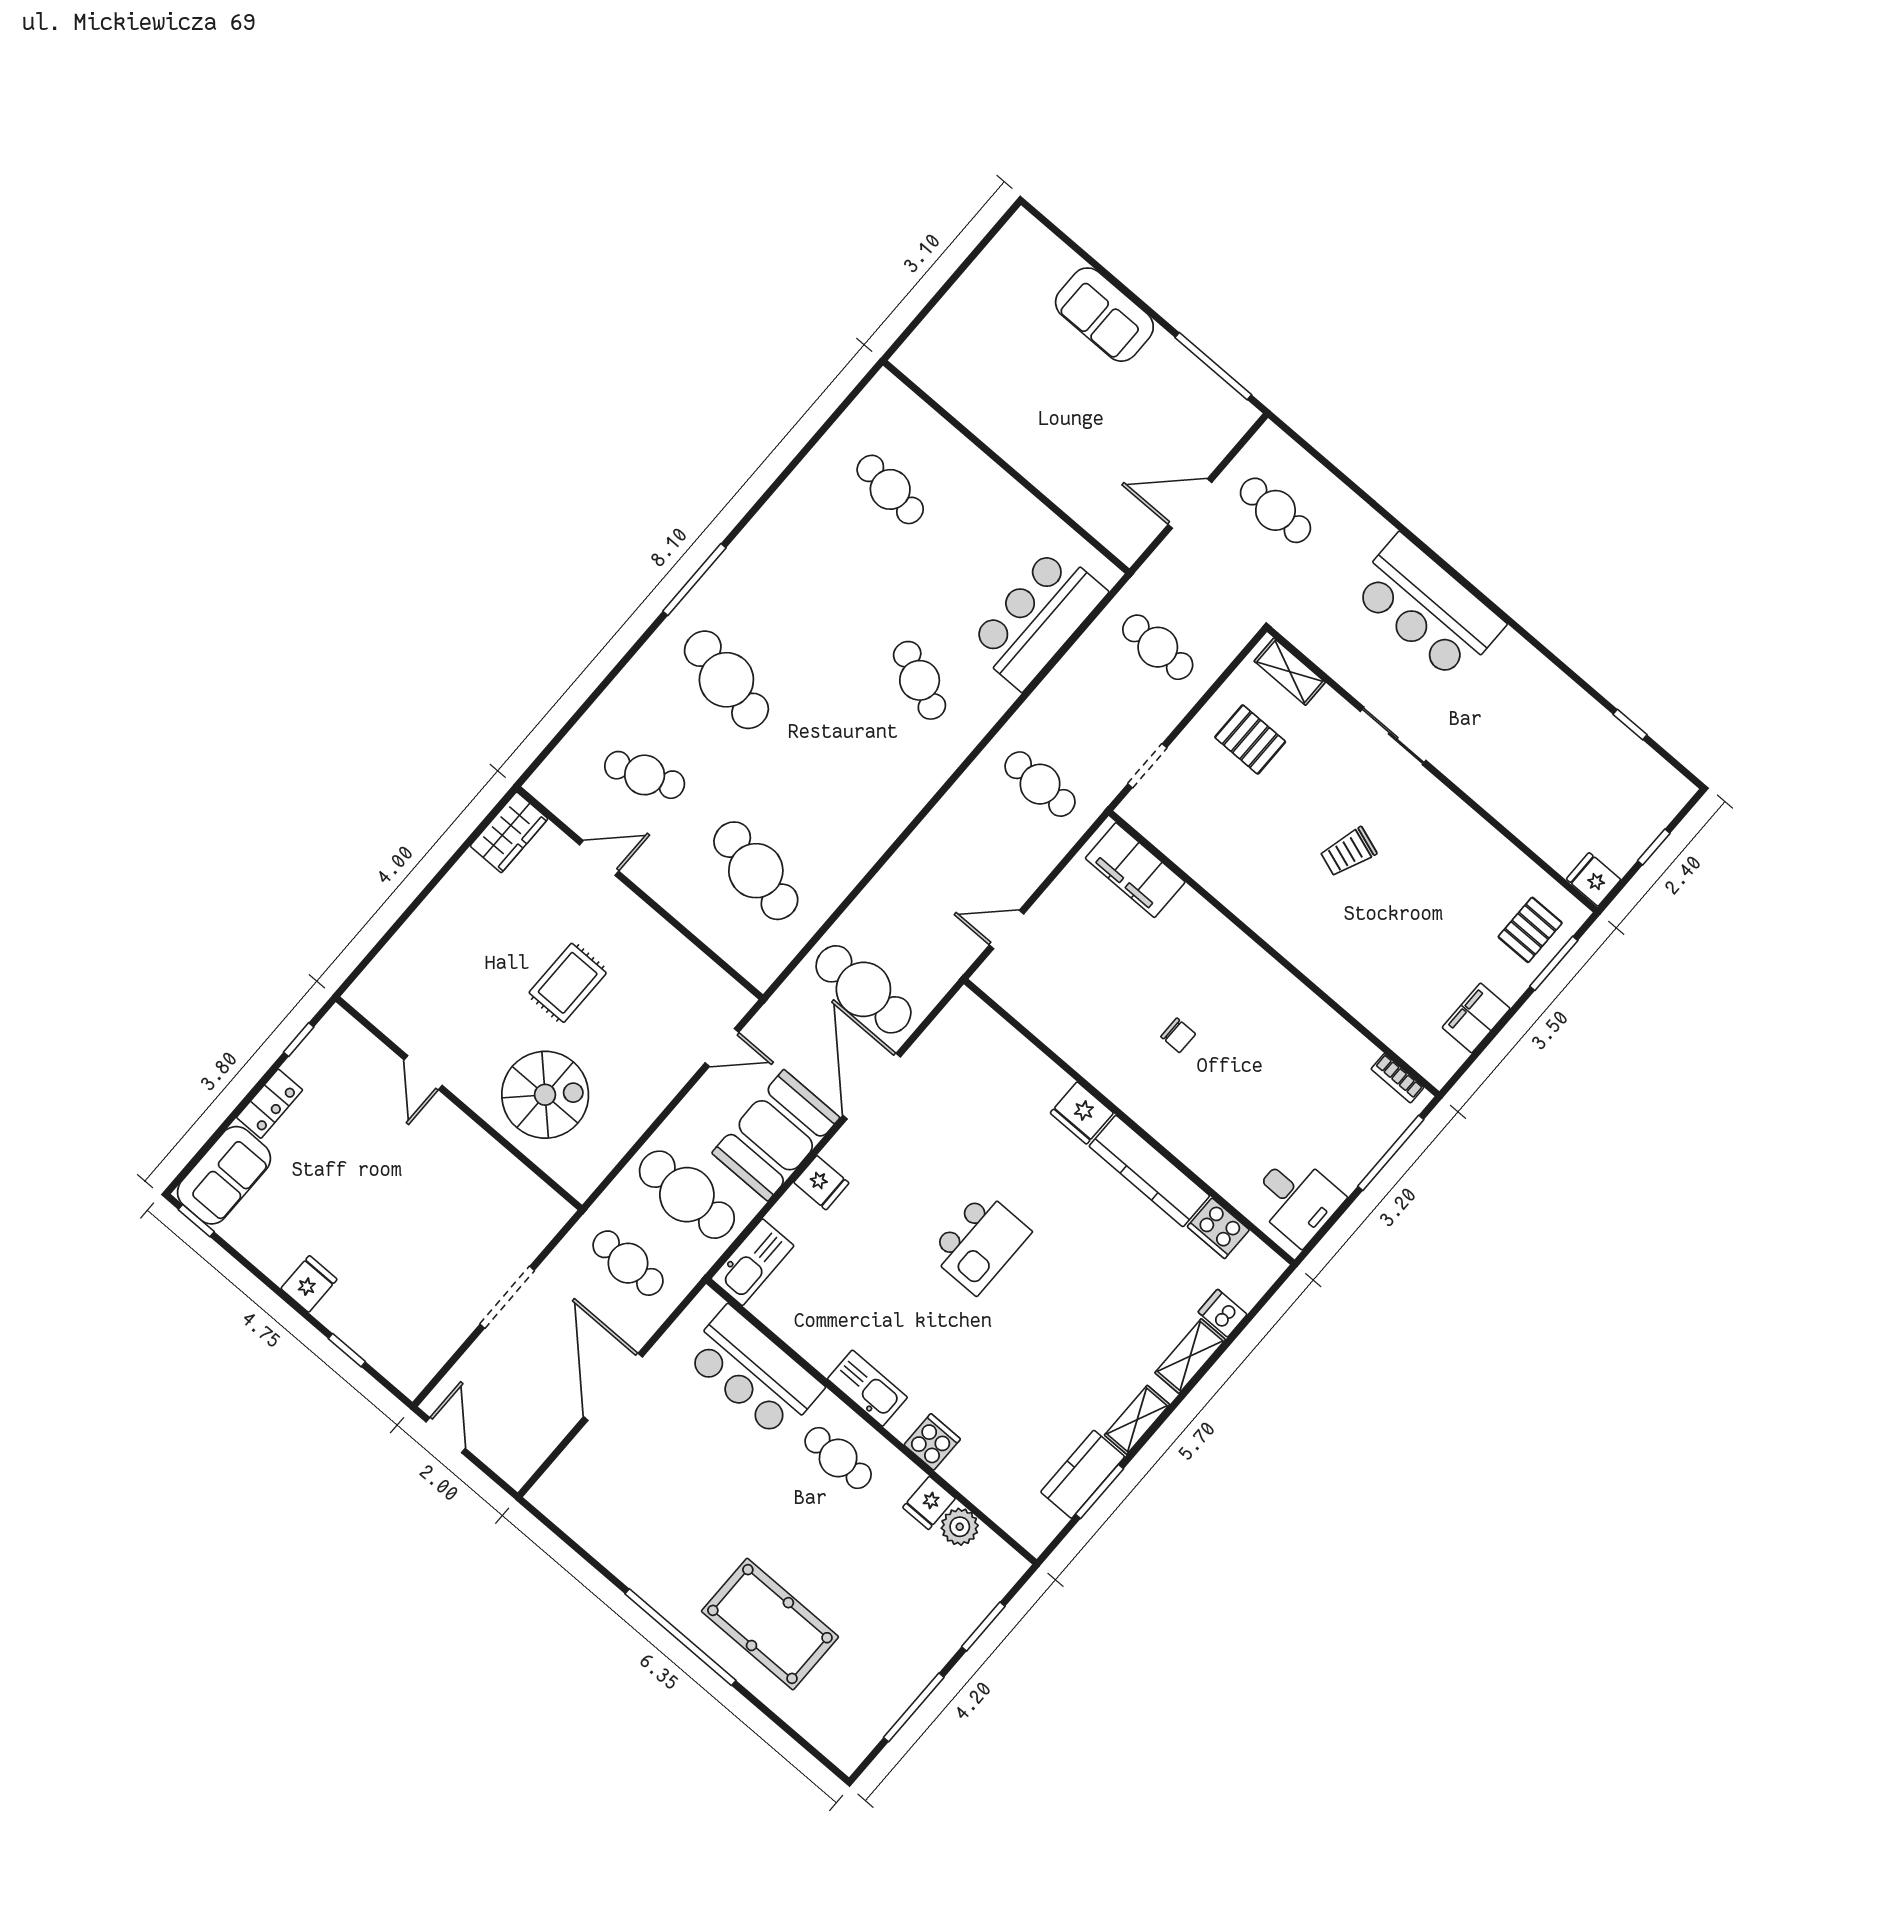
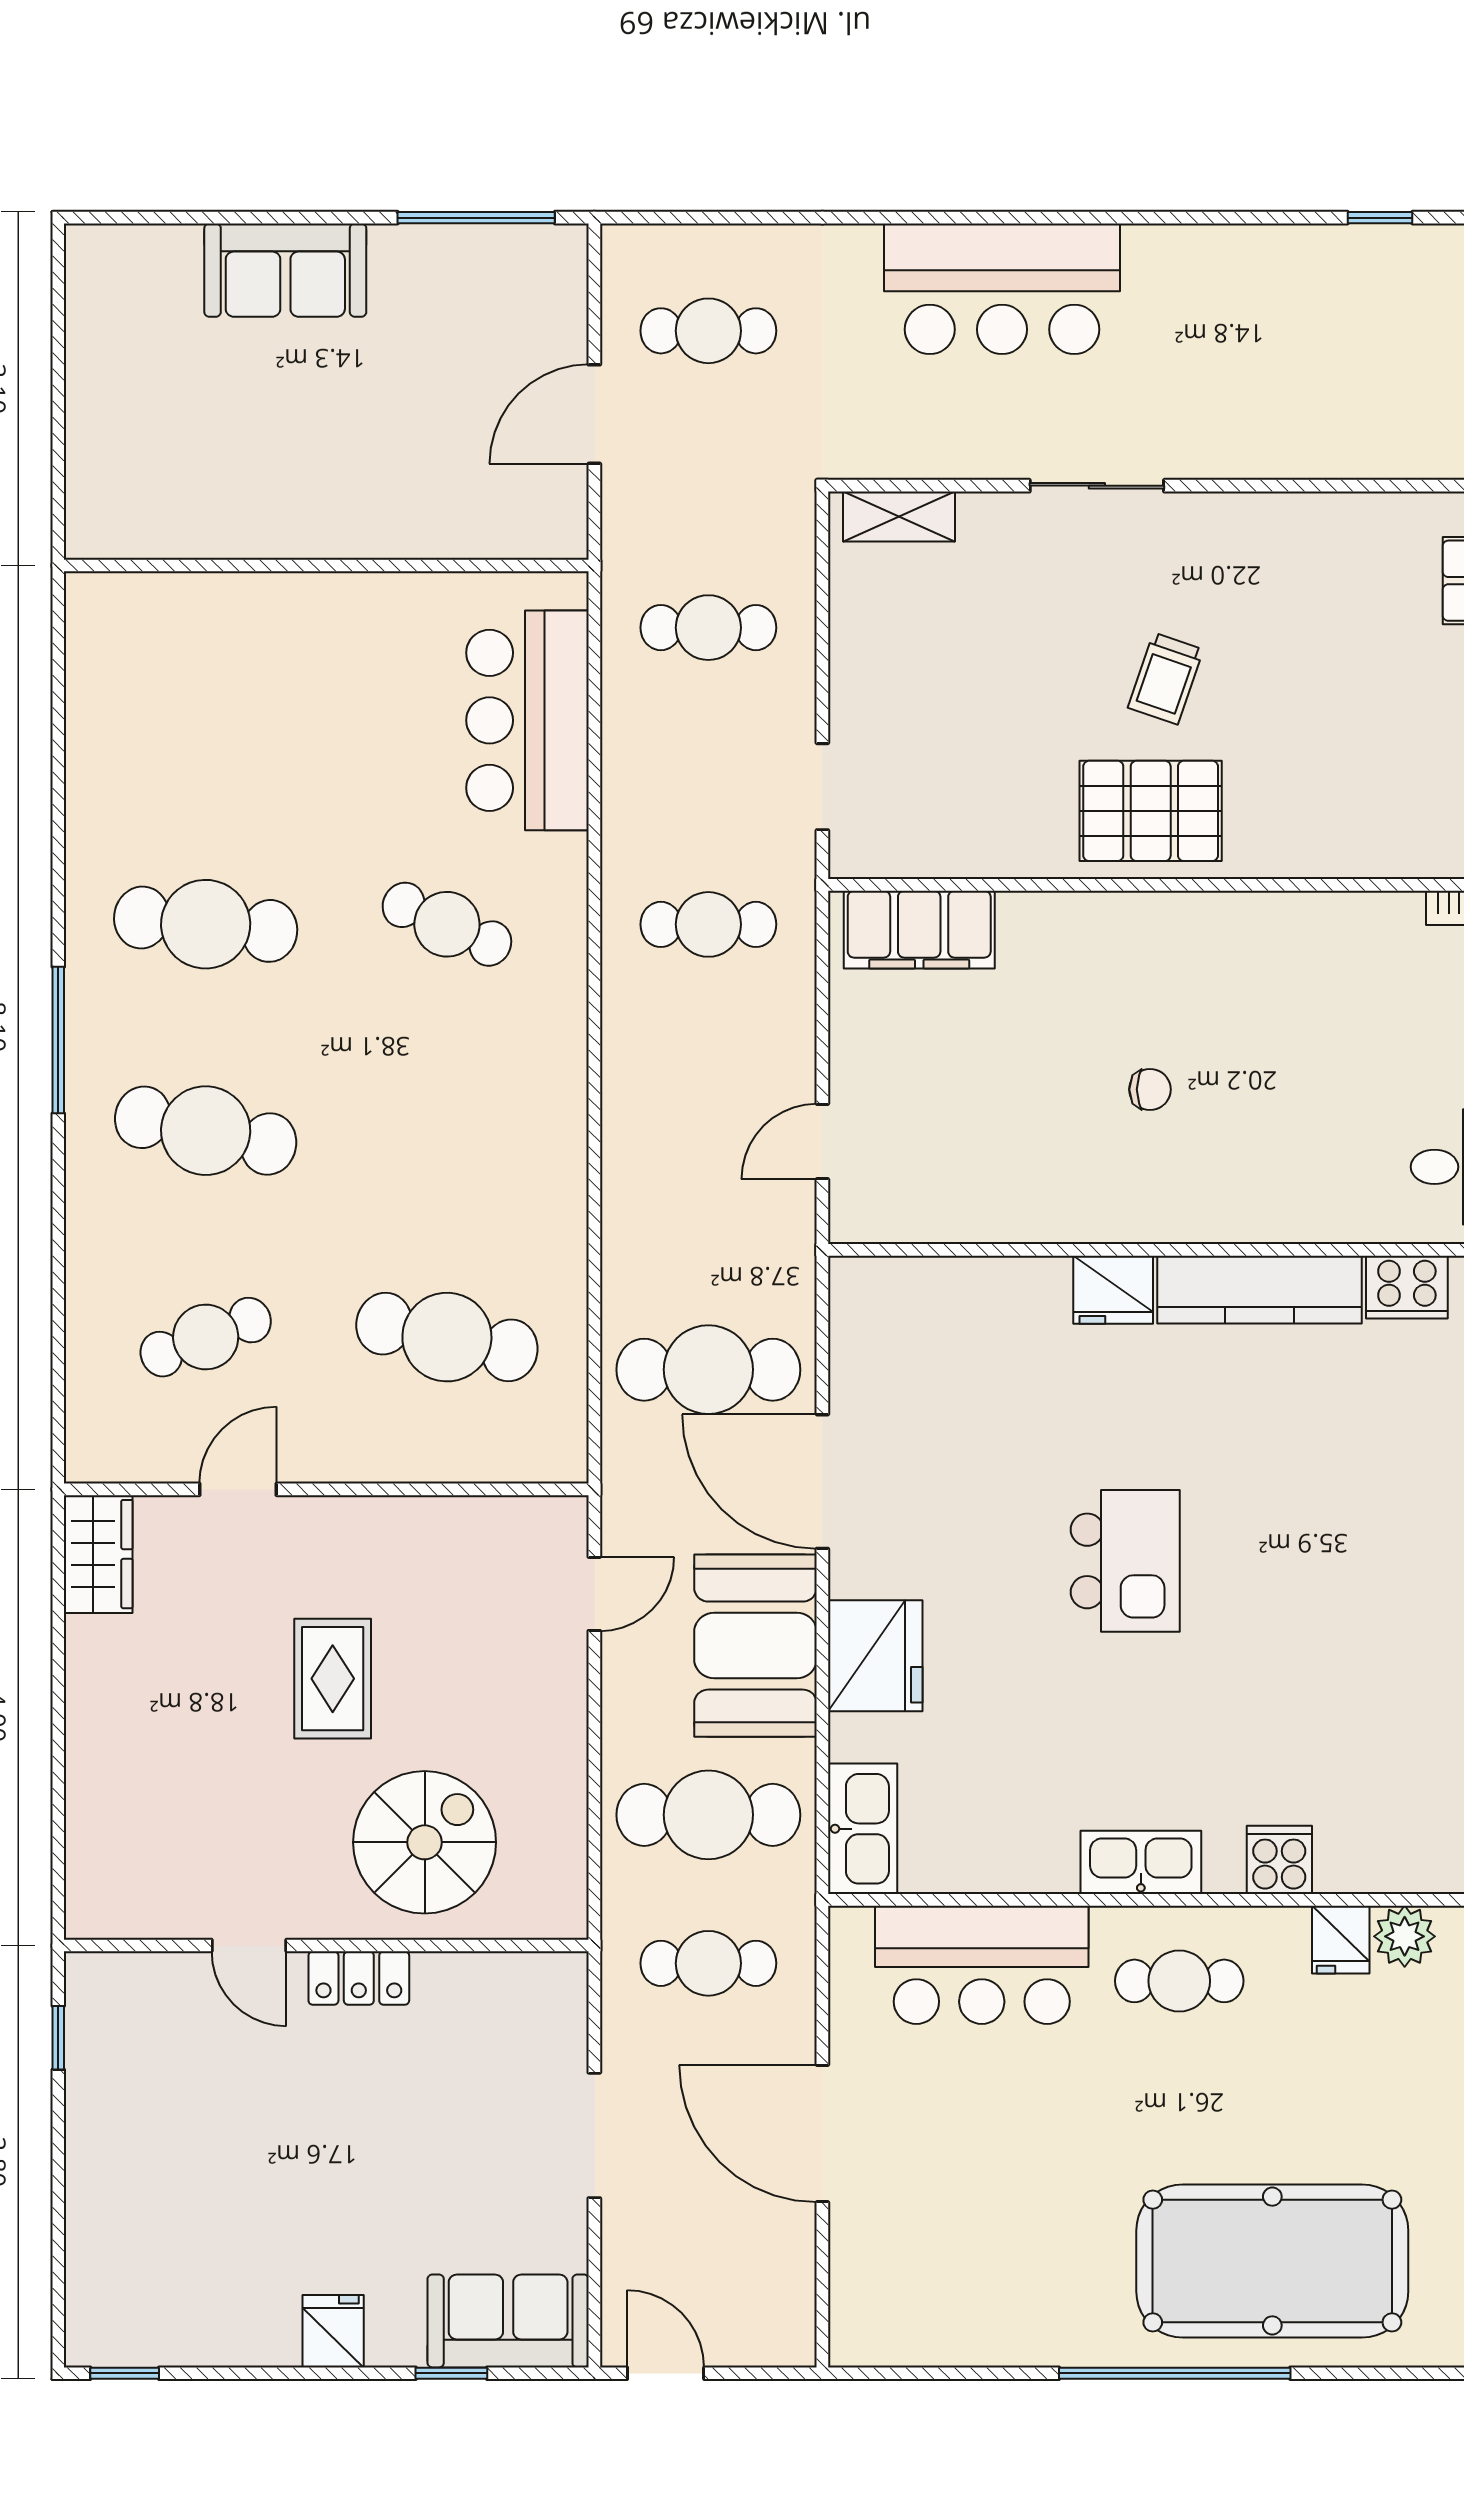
cafe table: (890, 489) -> (206, 924), moved, width x1.37, depth x1.35
pallet: (1250, 739) -> (1151, 811), moved, width x1.50, depth x1.42
locker: (270, 1104) -> (359, 1978), moved, turned 90
sofa: (224, 1175) -> (508, 2321), moved, turned -90
fridge: (821, 1183) -> (875, 1656), width x1.88, depth x1.34
pool table: (770, 1624) -> (1272, 2261), width x1.36, depth x1.32

